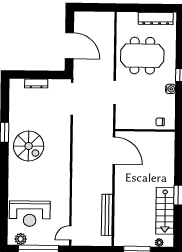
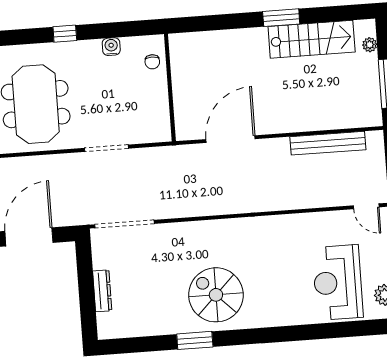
water cooler: (171, 89) -> (111, 47), moved
spiral stairs: (29, 146) -> (216, 295), turned -90
door: (114, 151) -> (231, 139), moved
reception desk: (30, 214) -> (338, 282), turned 180

